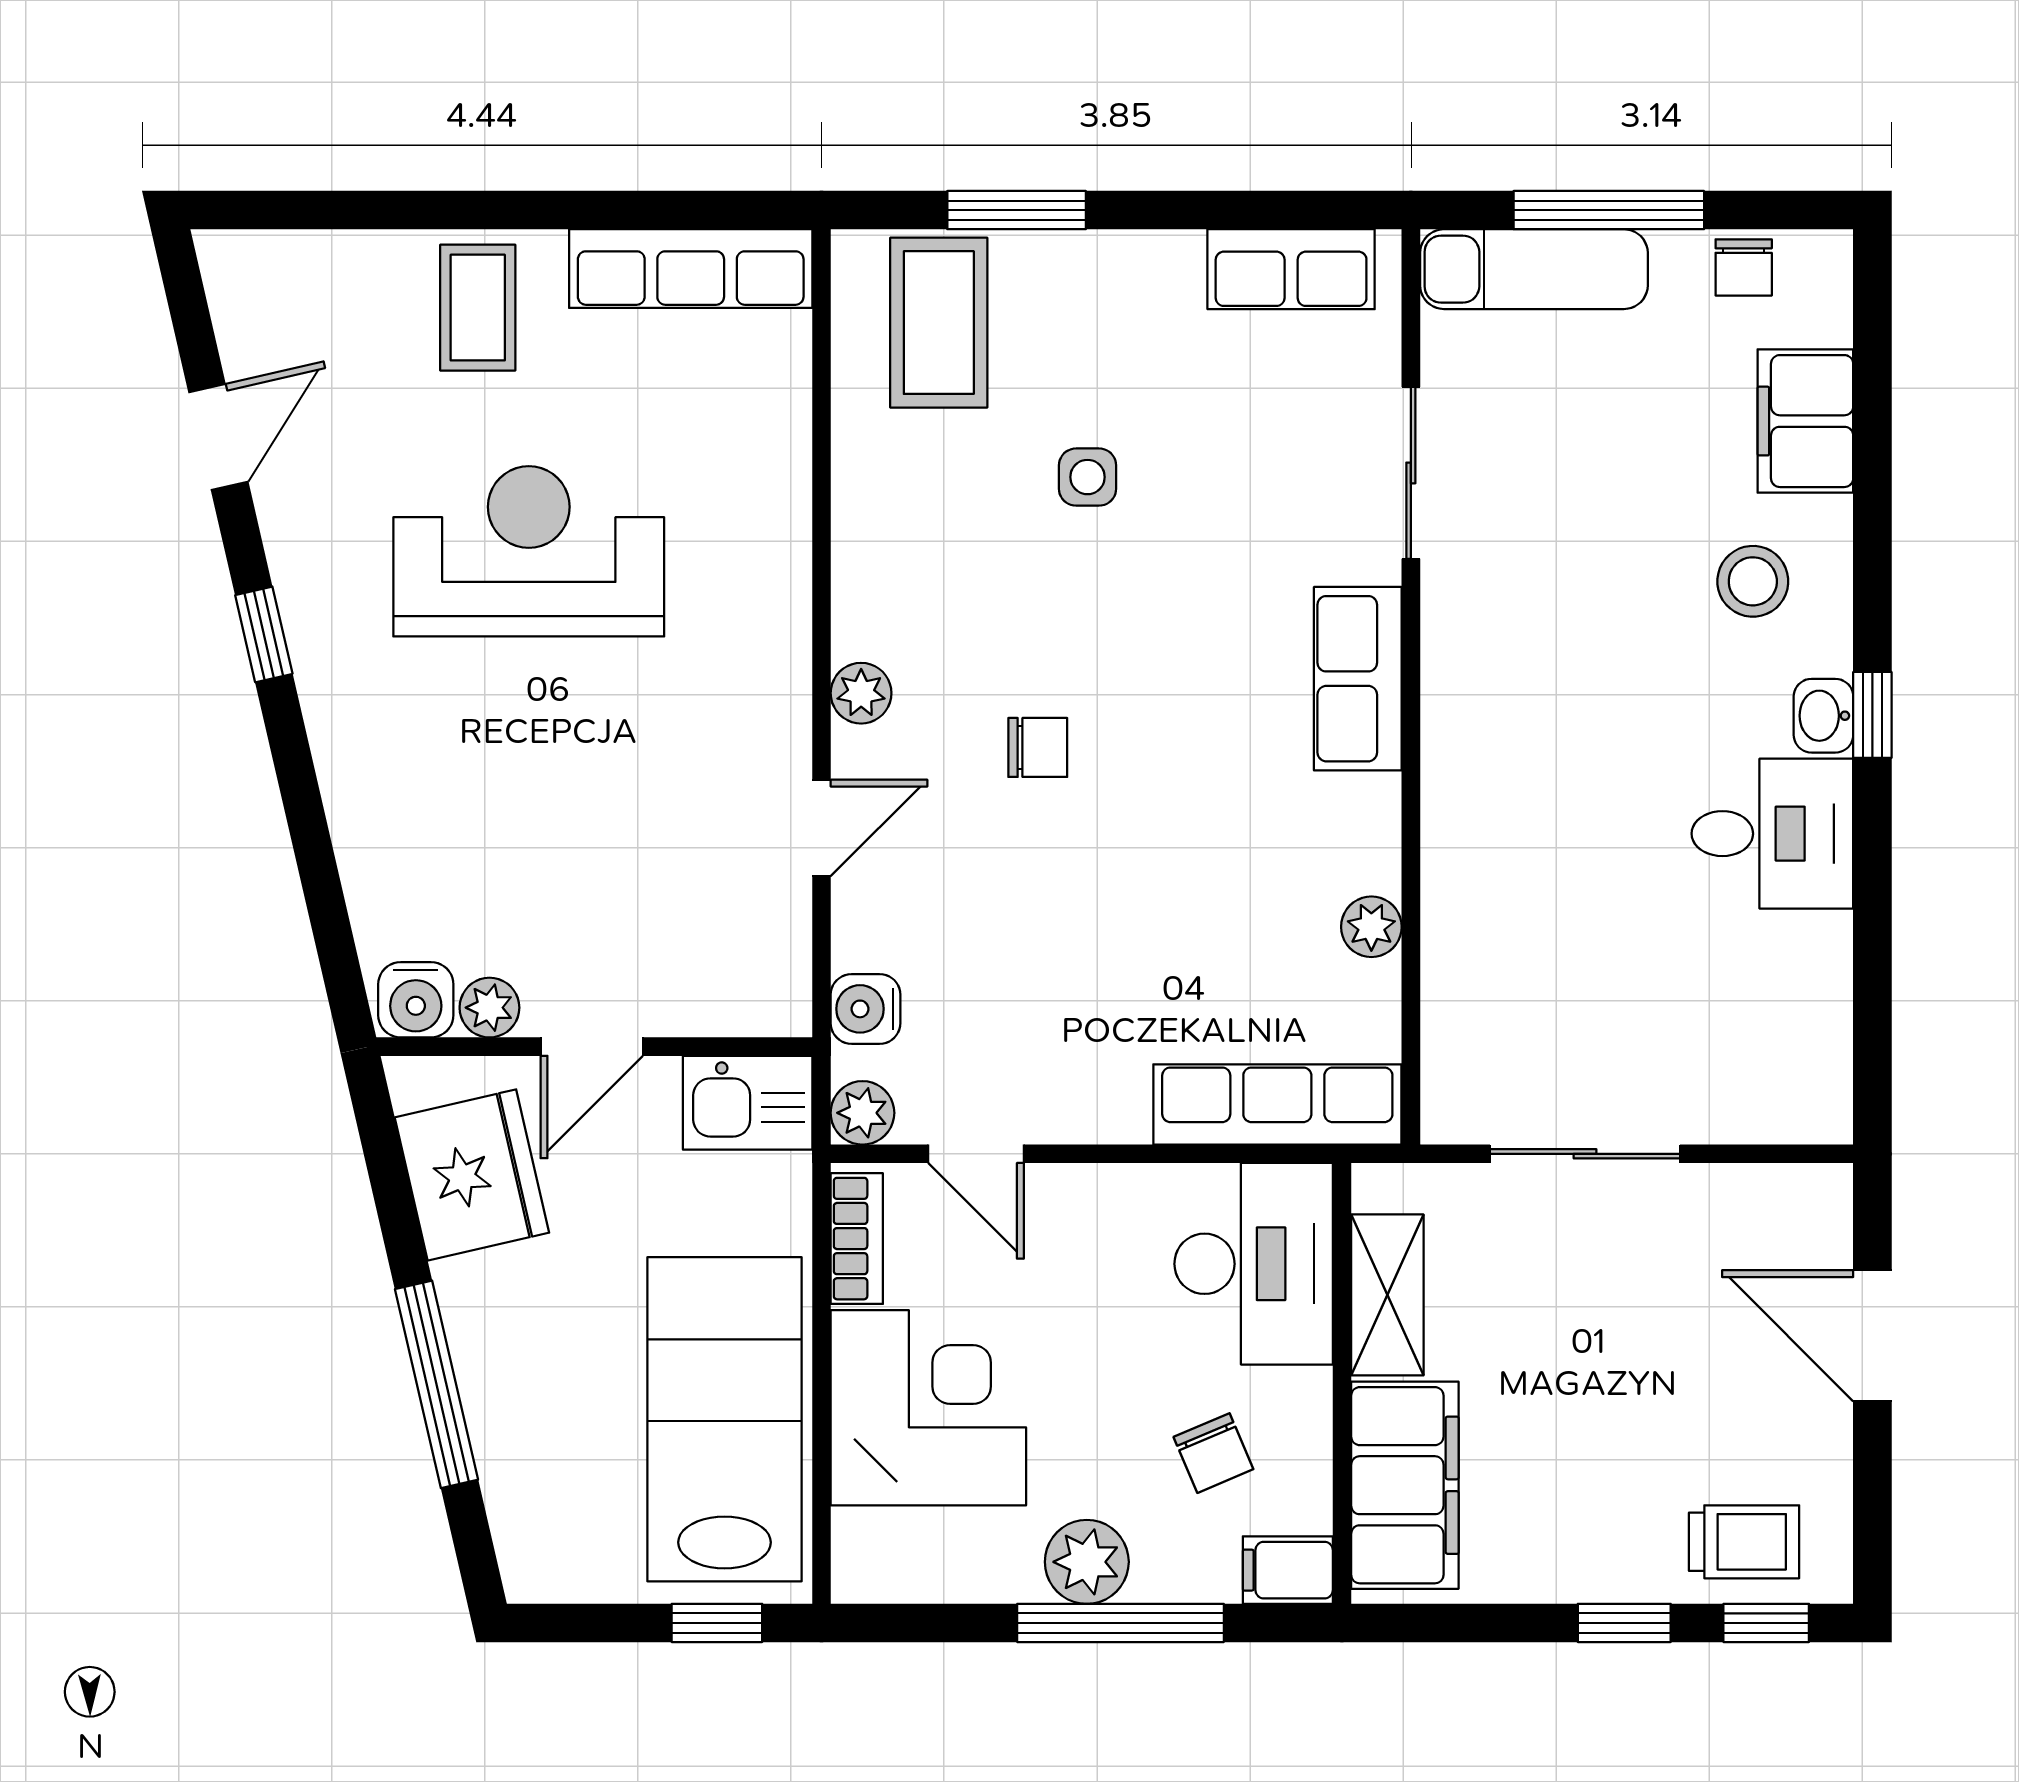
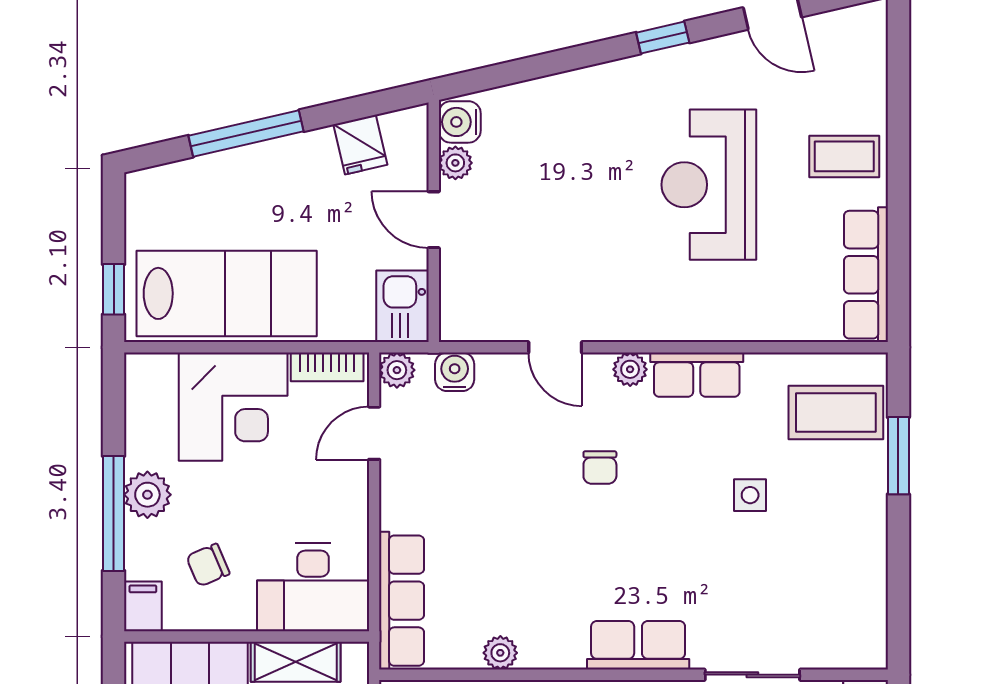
row of seats: (1291, 269) -> (697, 375), moved, turned -90
reception desk: (529, 551) -> (709, 185), turned 180
fridge: (472, 1175) -> (360, 145), width x0.53, depth x0.75

